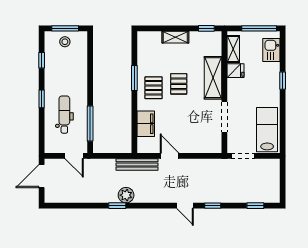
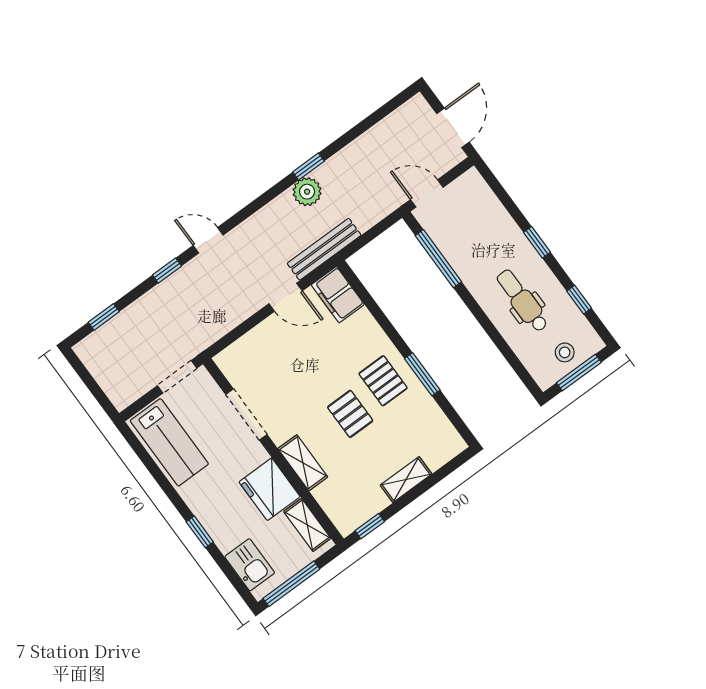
fridge: (235, 71) -> (270, 489), width x1.88, depth x1.34
shelving: (213, 78) -> (303, 463), width x0.67, depth x0.75
dental chair: (64, 115) -> (522, 301), moved, turned 180
filing cabinet: (146, 124) -> (338, 295), moved

